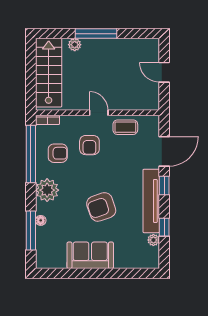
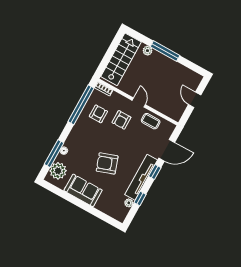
armchair: (58, 153) -> (98, 114), turned -90
plant: (47, 190) -> (58, 171), moved

